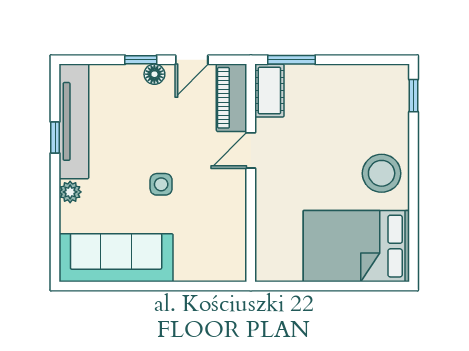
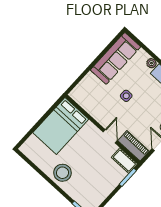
bed: (356, 246) -> (61, 126), moved, turned 180

